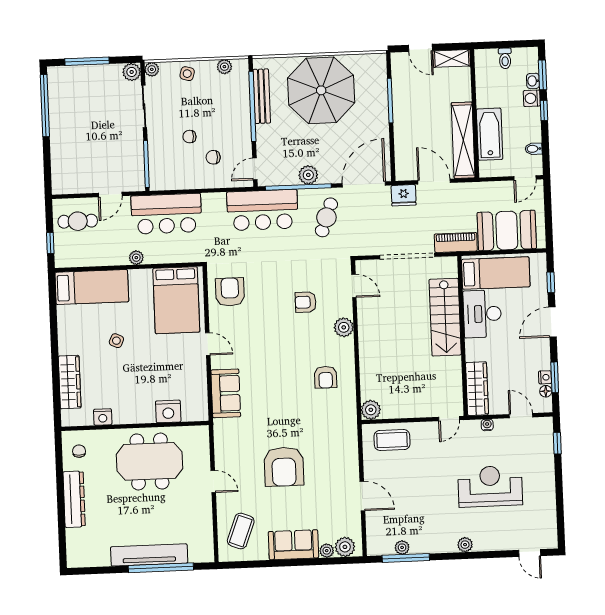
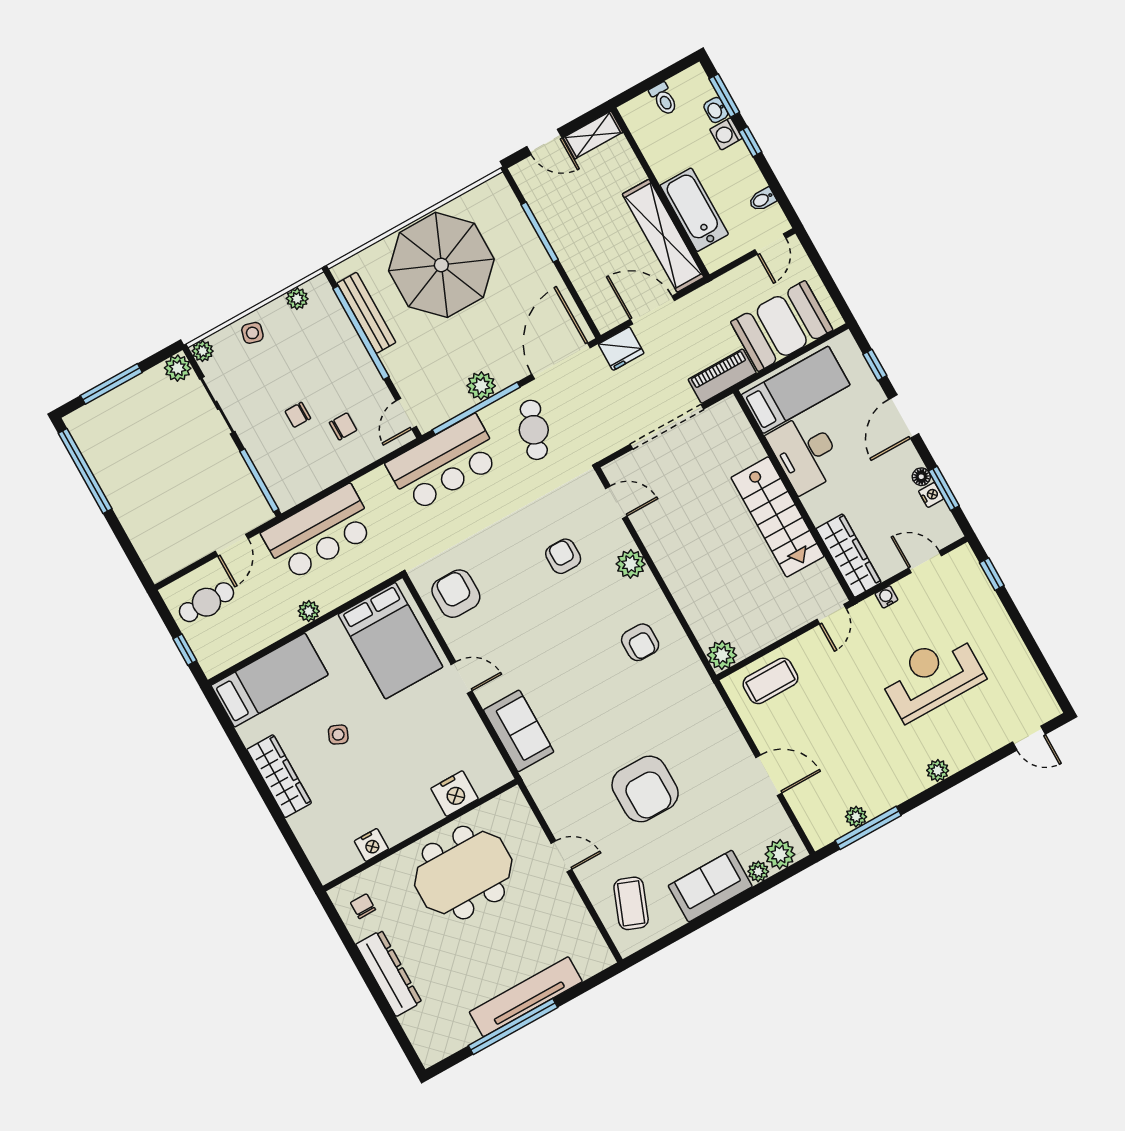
chair: (213, 157) -> (343, 426), turned 180
armchair: (306, 302) -> (563, 556), turned 90
stairs: (445, 317) -> (777, 517), moved
wardrobe: (70, 382) -> (279, 776), moved
floor lamp: (546, 391) -> (921, 477), moved
window: (161, 568) -> (513, 1026), moved

